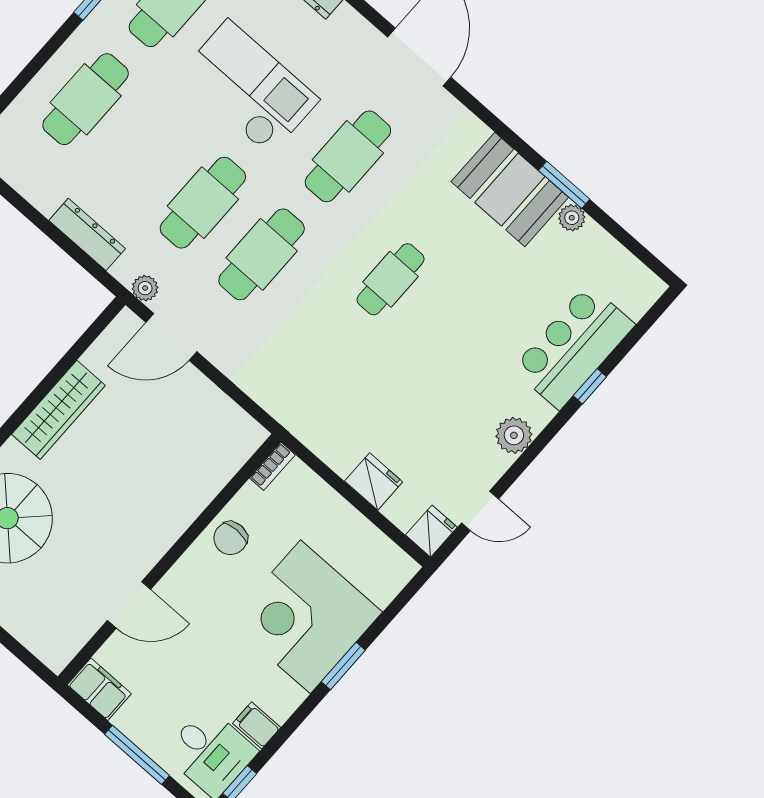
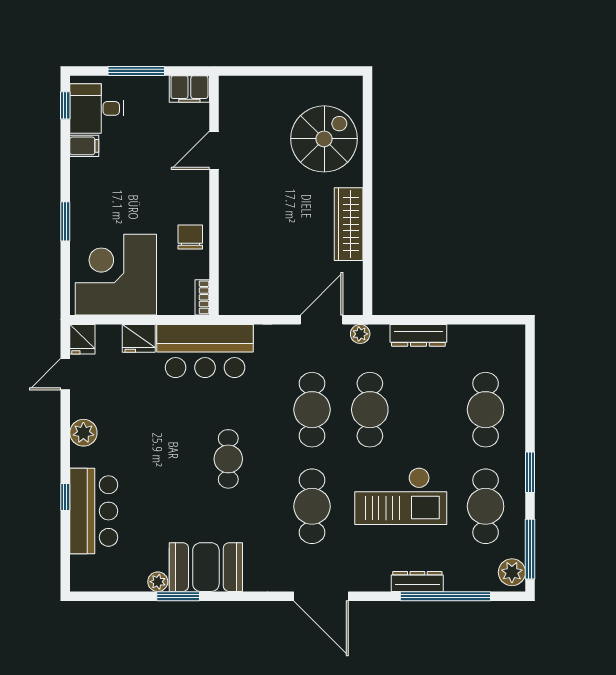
bar counter: (318, 409) -> (205, 351), added
corner desk: (305, 617) -> (116, 275), moved, turned -90

